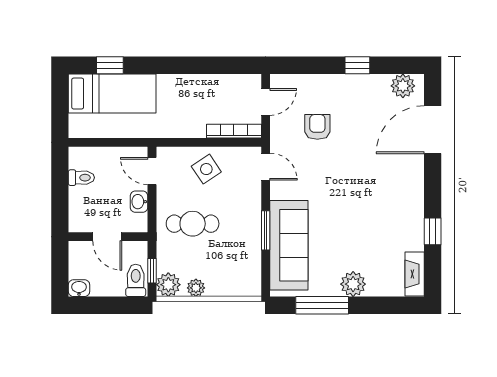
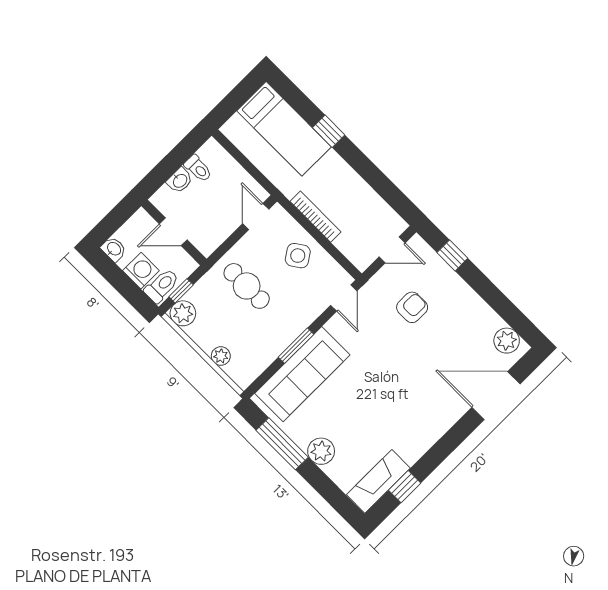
window: (110, 65) -> (329, 131), moved
window: (357, 65) -> (452, 255), moved
bookcase: (234, 131) -> (316, 217), moved
washbasin: (139, 202) -> (180, 181), moved, turned 180
window: (433, 231) -> (405, 487), moved
door: (107, 237) -> (173, 232), hinge flipped
fireplace: (415, 274) -> (378, 481), width x1.37, depth x1.32
washing machine: (112, 284) -> (141, 271), added
plant: (196, 288) -> (221, 356), moved

